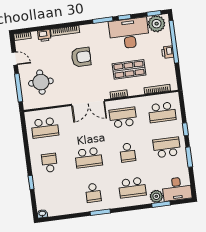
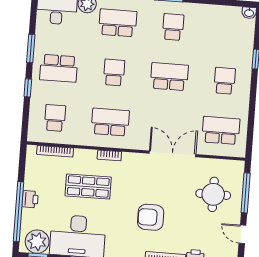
double door: (88, 103) -> (172, 154), moved
school desk: (162, 112) -> (55, 118), width x0.54
school desk: (123, 117) -> (110, 122), turned 180
school desk: (49, 163) -> (225, 81), turned 180

